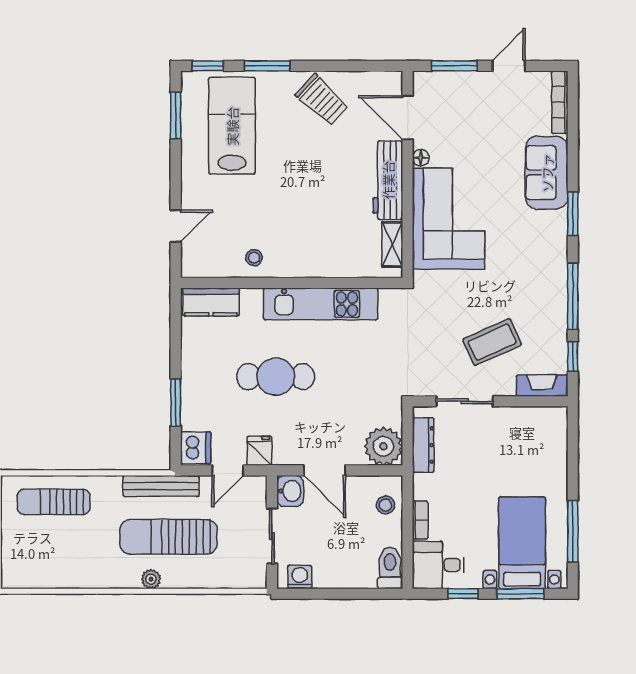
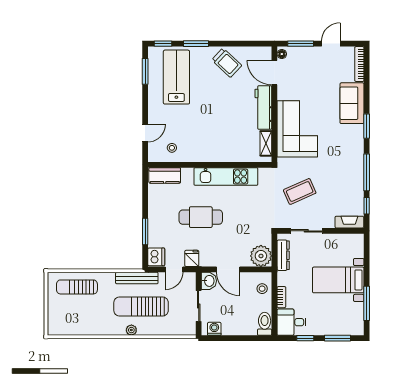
floor lamp: (421, 158) -> (282, 54), moved
stool: (254, 258) -> (172, 148), moved
coffee table: (492, 342) -> (300, 191), moved
bed with nightstands: (522, 543) -> (338, 280), moved, turned -90

